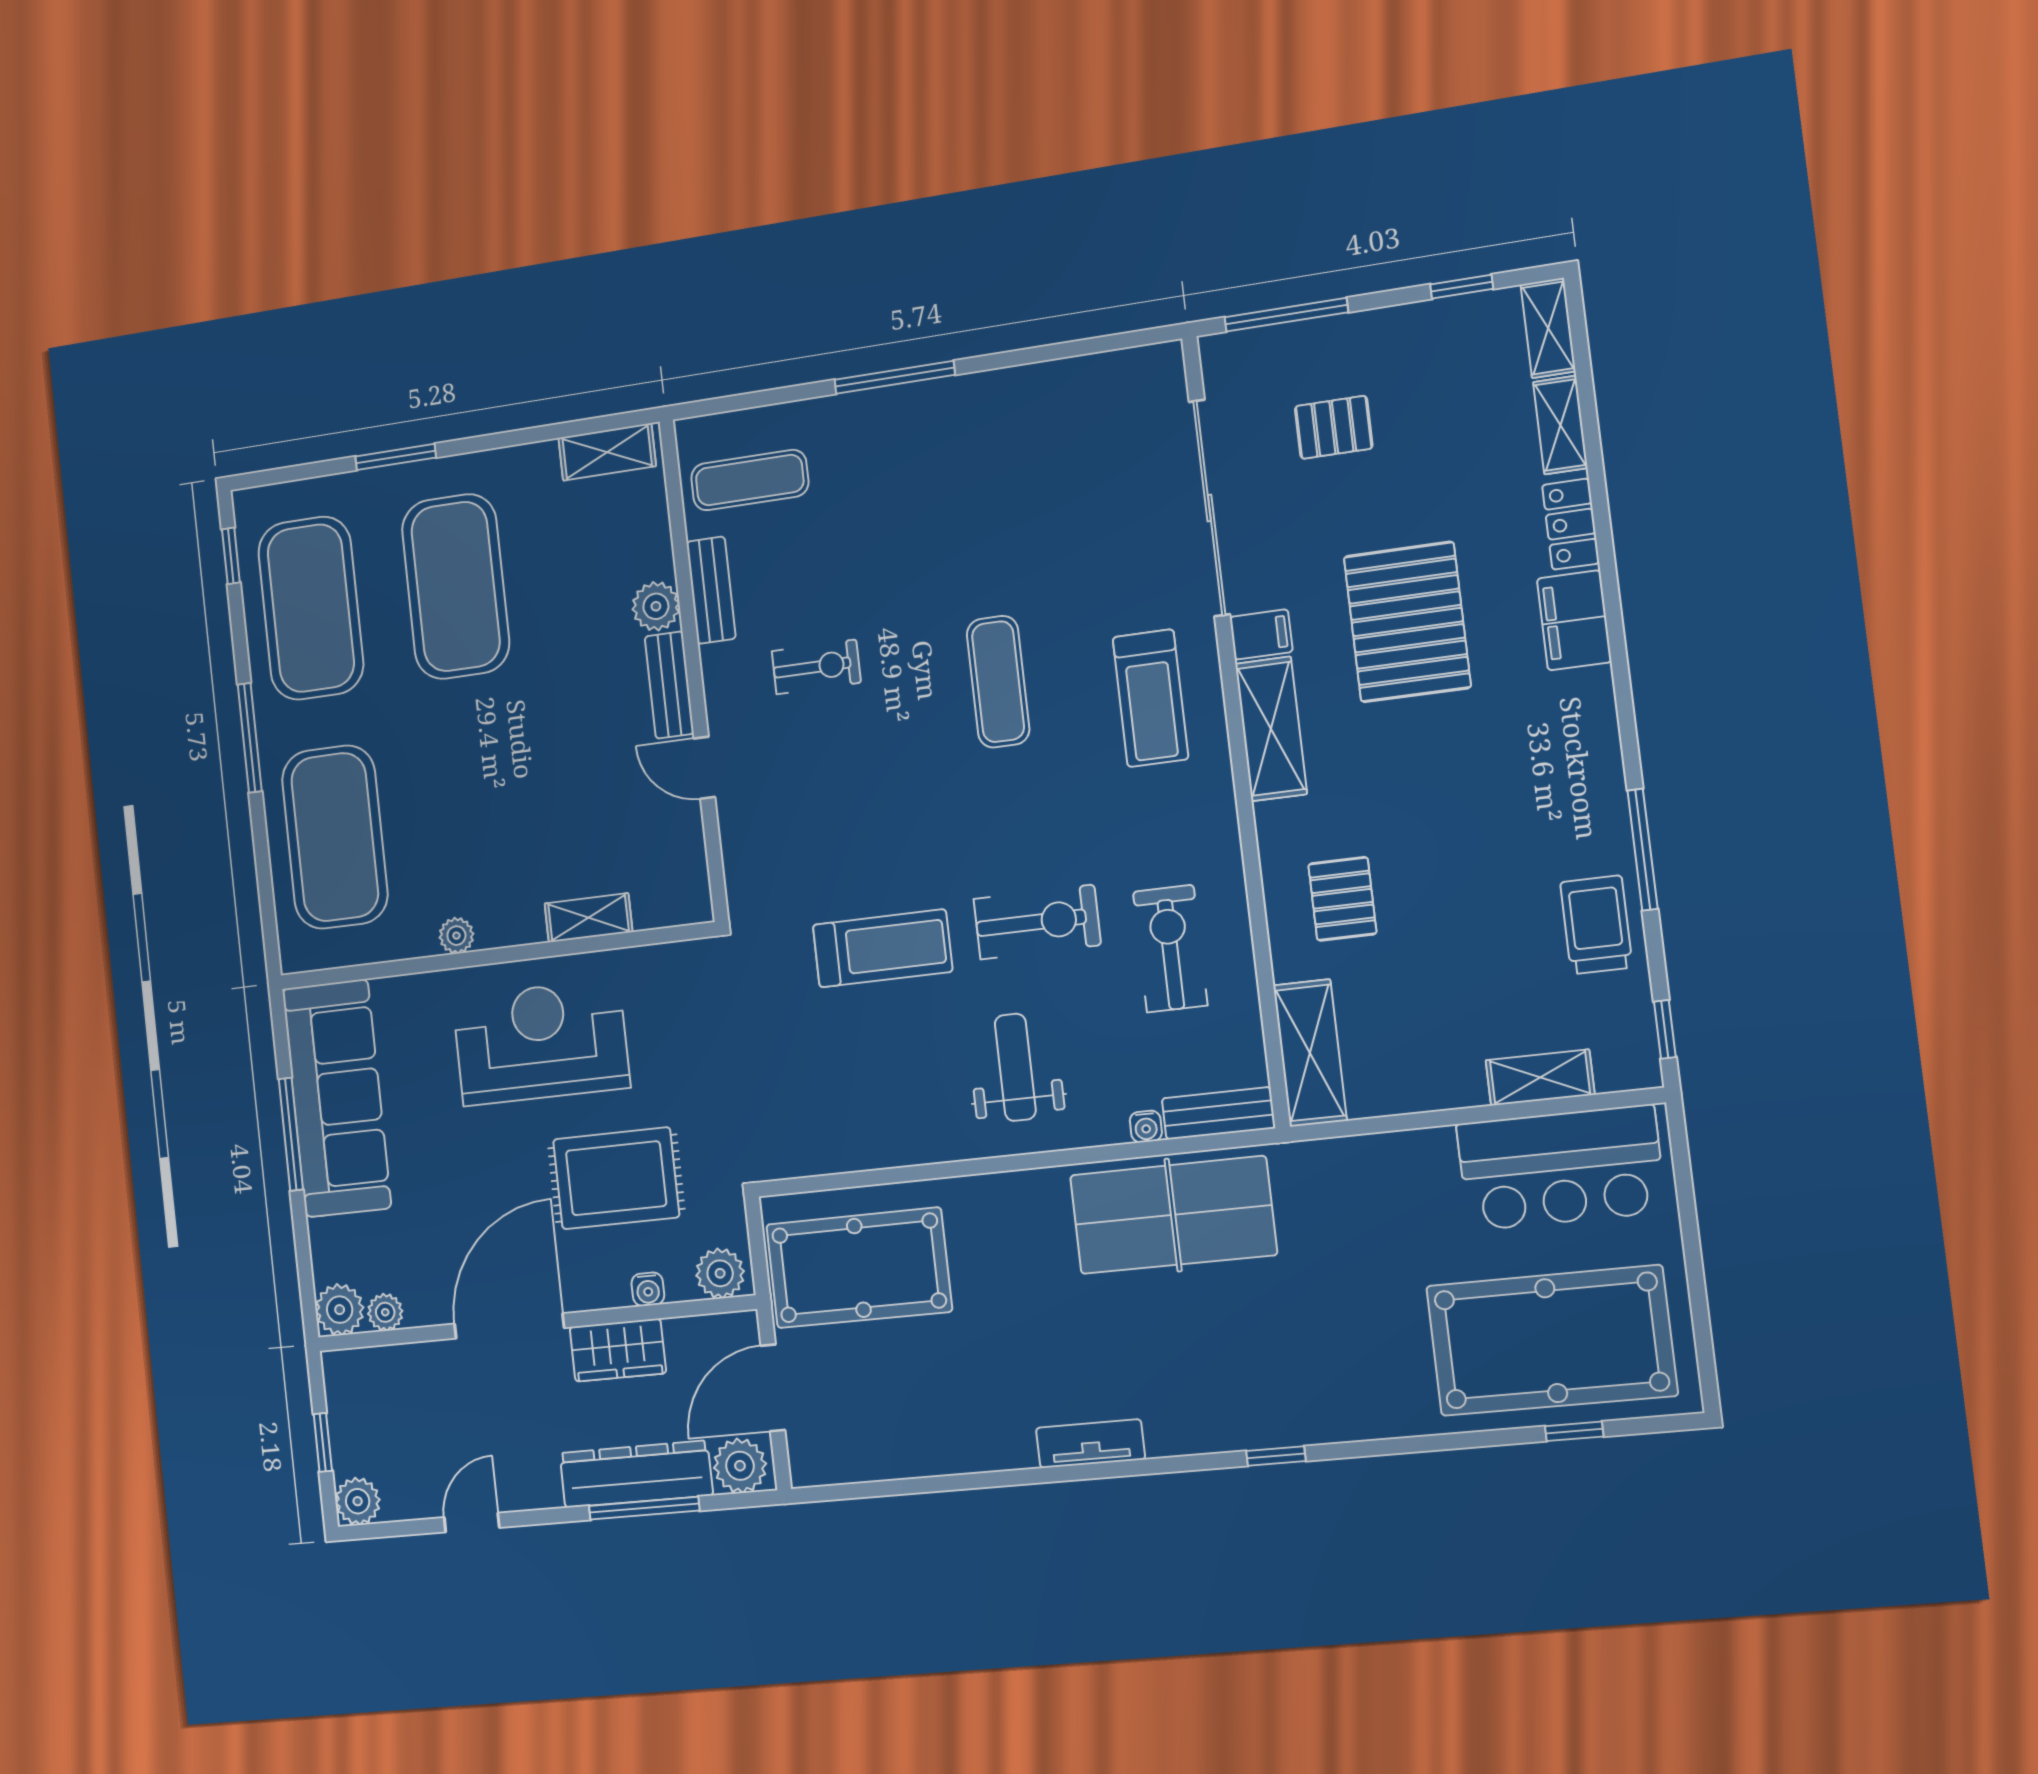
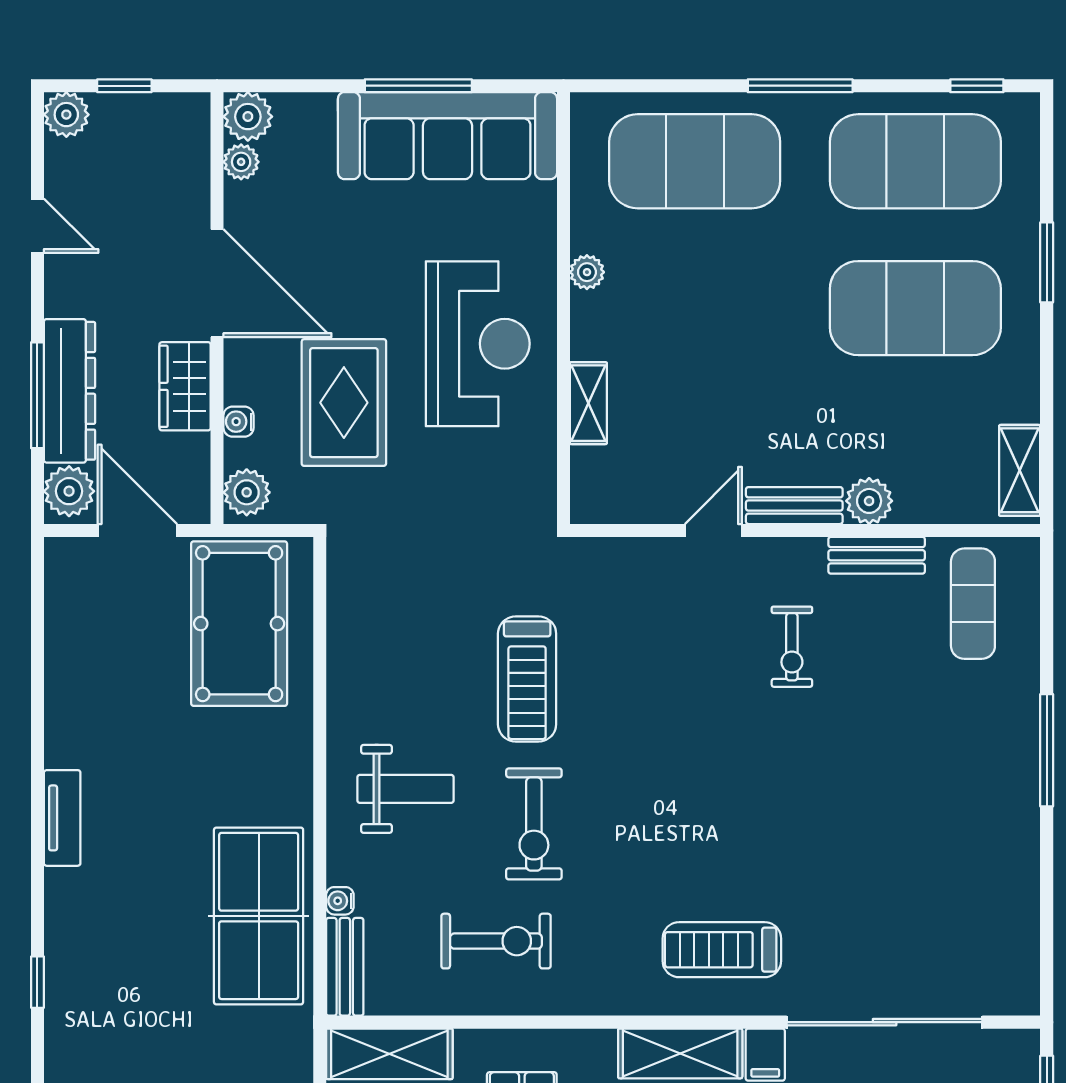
exercise mat: (998, 682) -> (755, 814), removed

